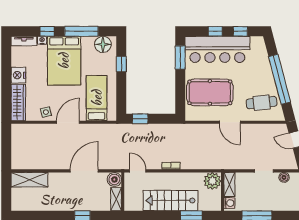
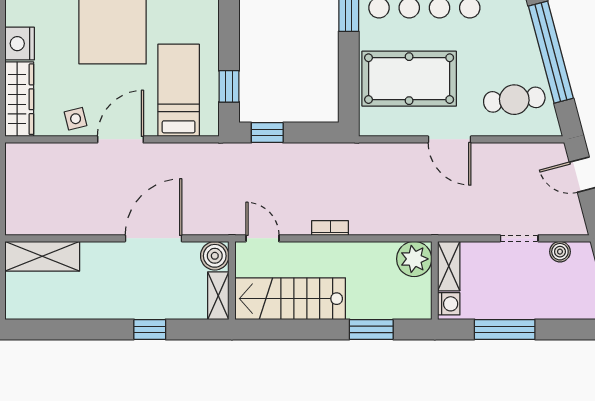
window: (121, 64) -> (229, 86), moved
stairs: (171, 201) -> (290, 299), moved

